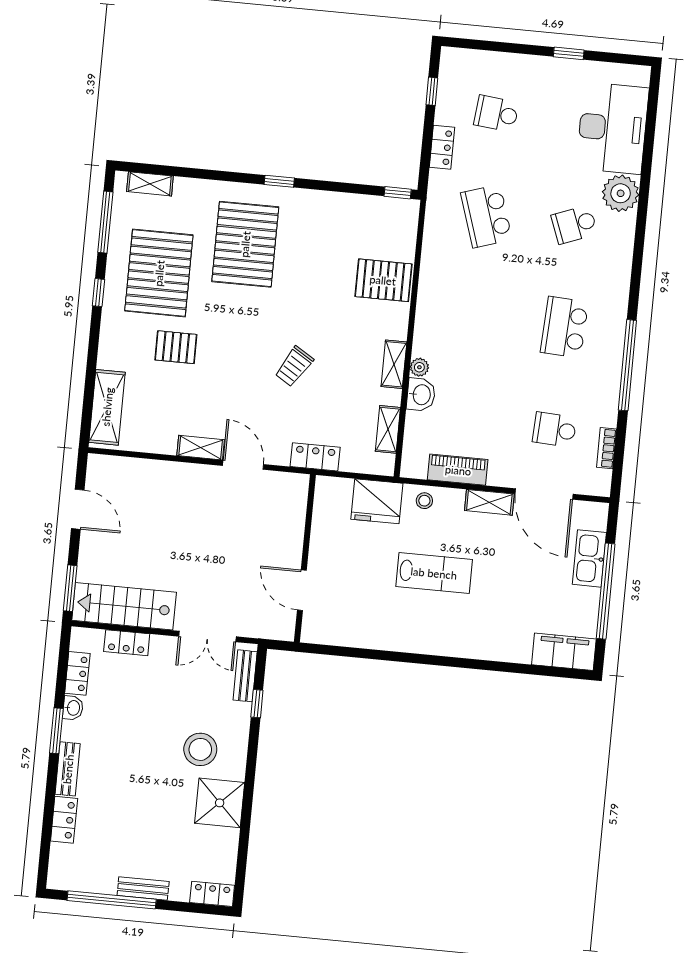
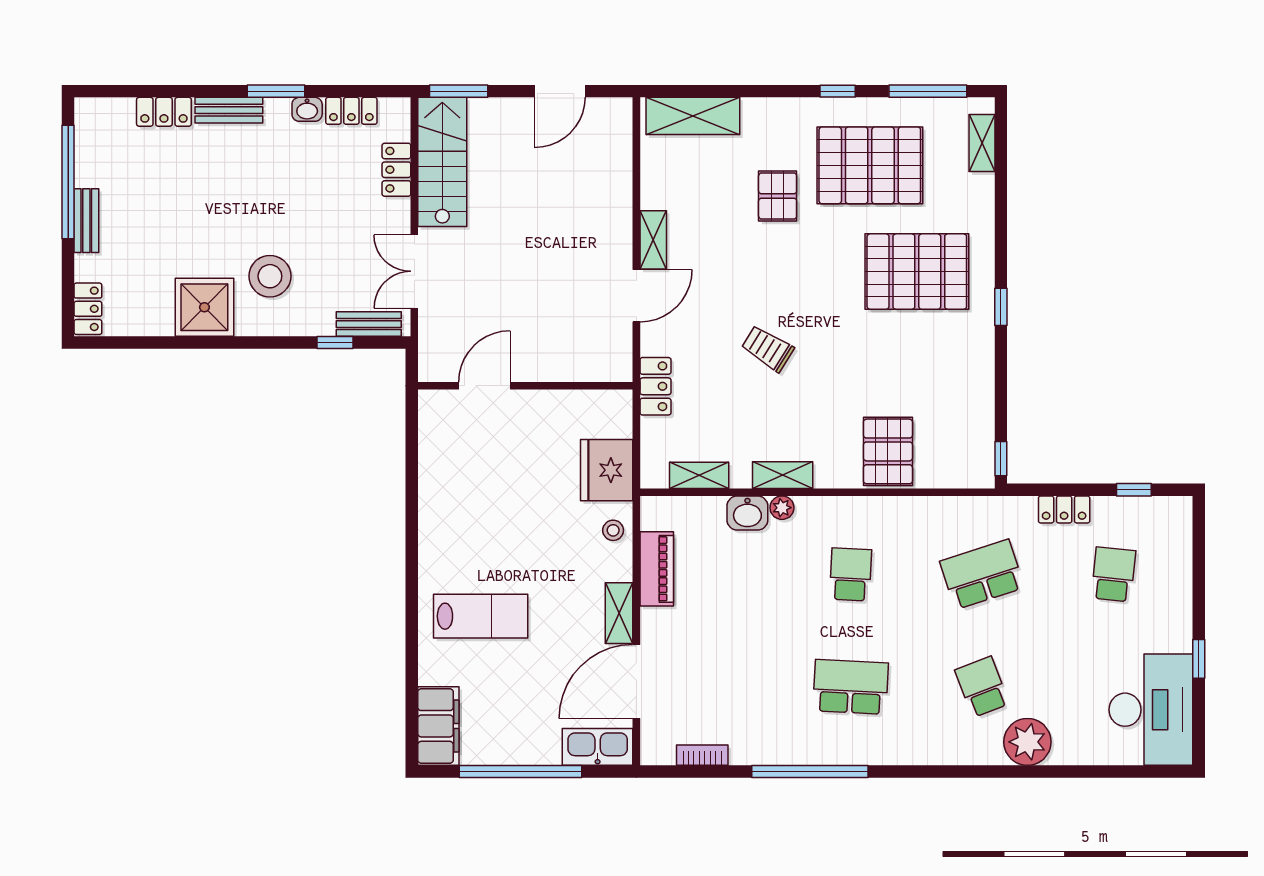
desk: (613, 128) -> (1151, 710), moved, turned -90
school desk: (554, 430) -> (851, 574), moved
kitchen sink: (589, 558) -> (598, 747), moved
lab bench: (434, 573) -> (481, 616), moved, turned -90

